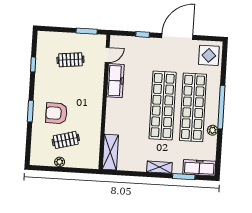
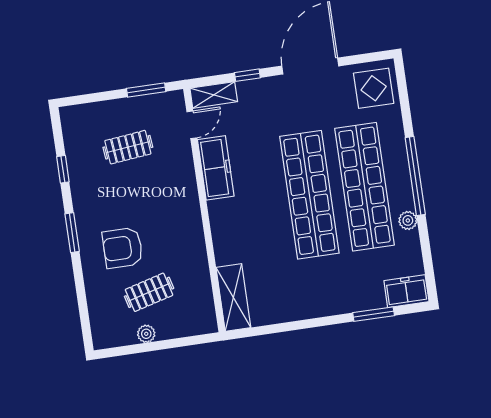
window: (30, 111) -> (72, 233), moved
shelving: (159, 167) -> (214, 95), moved
freezer: (199, 168) -> (406, 291), width x0.71

